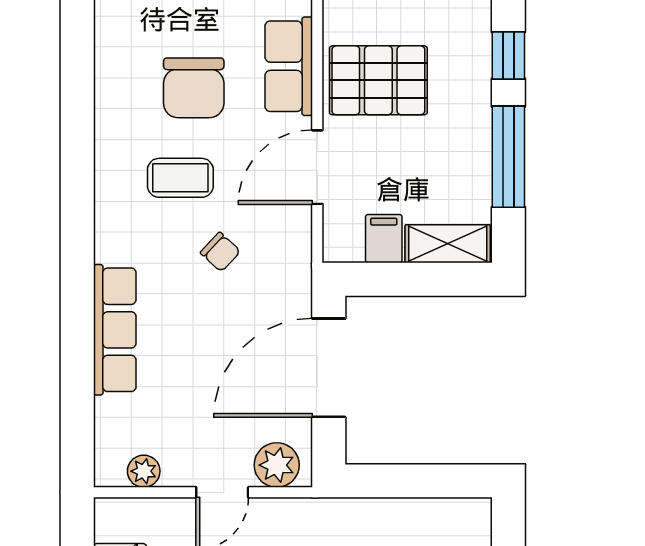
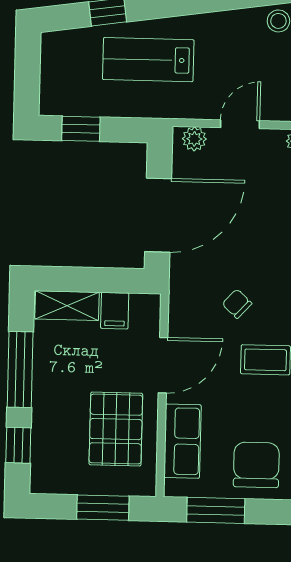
pallet: (378, 80) -> (116, 429), turned 90
chair: (194, 88) -> (256, 465), moved
plant: (277, 465) -> (194, 139), width x0.73, depth x0.73
window: (435, 481) -> (81, 129), added

